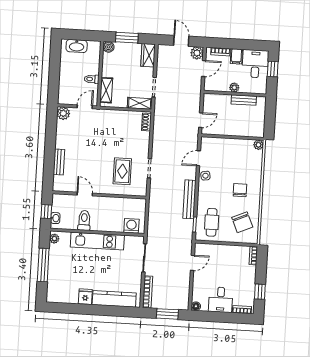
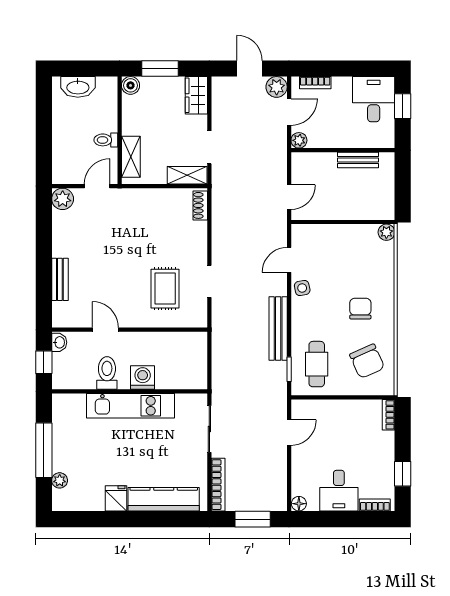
filing cabinet: (236, 56) -> (342, 89), removed
plant: (234, 88) -> (299, 140), moved
washbasin: (55, 218) -> (59, 342), moved
washing machine: (131, 226) -> (143, 378), moved
plant: (54, 239) -> (60, 480), moved

